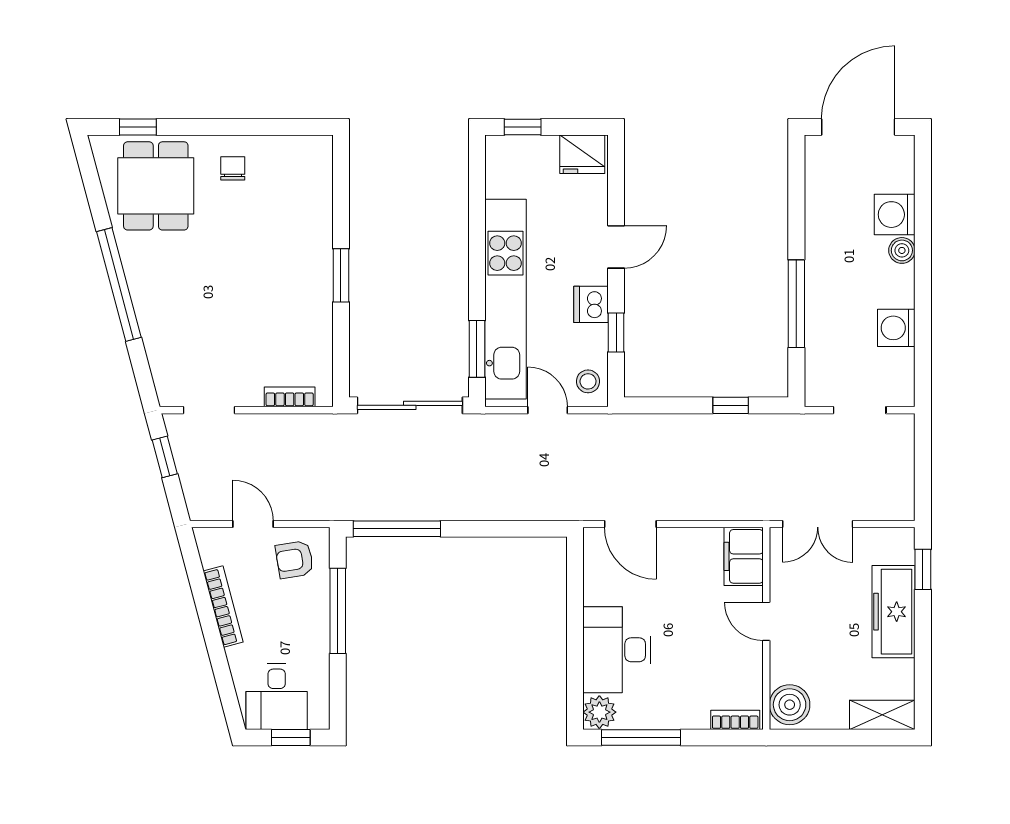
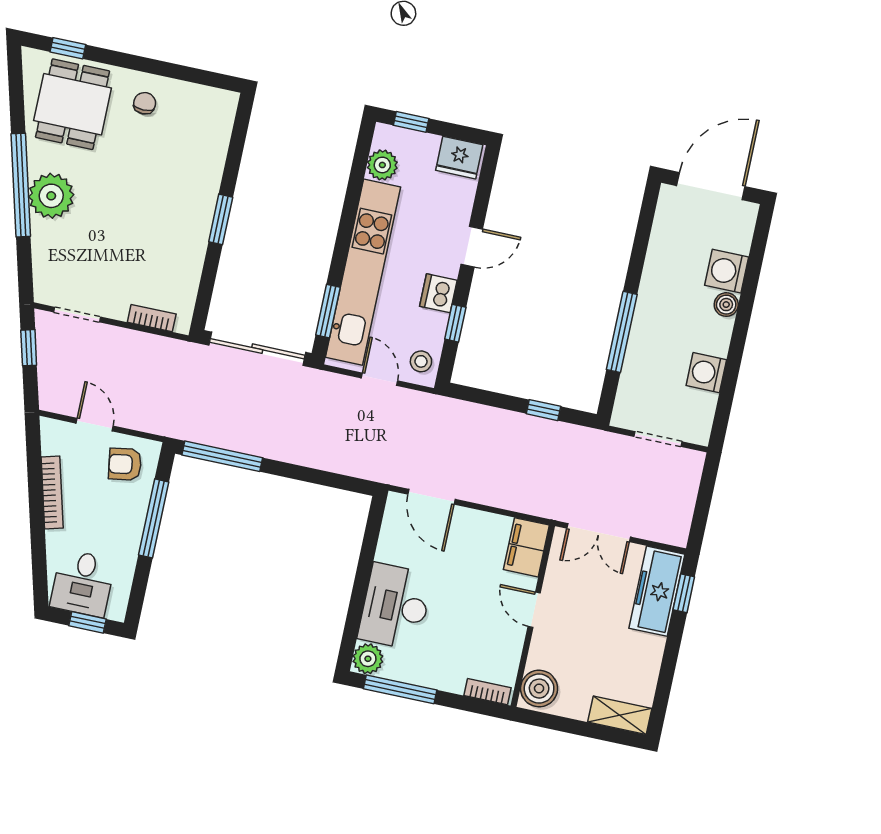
plant: (502, 180) -> (382, 165), added
plant: (154, 289) -> (51, 196), added
freezer: (894, 612) -> (657, 591), moved

